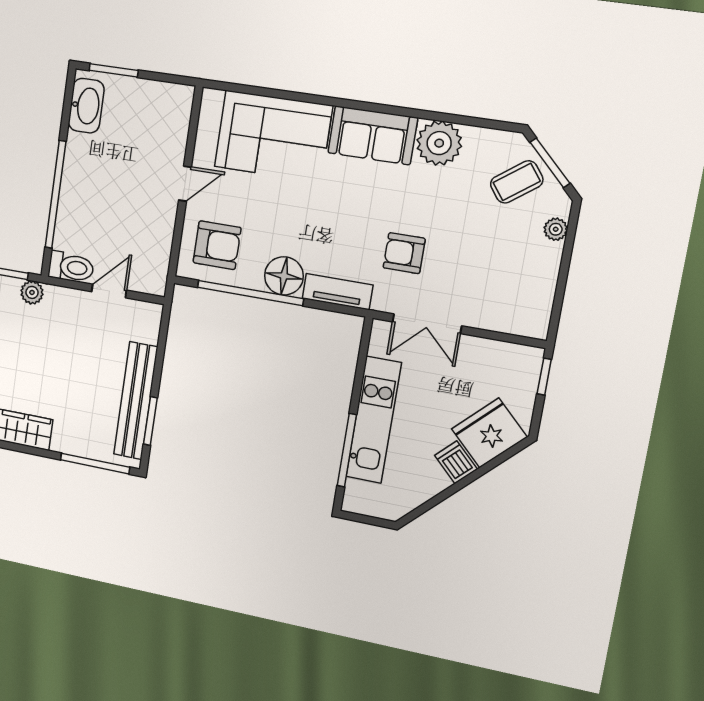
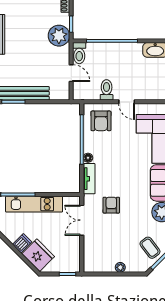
toilet: (154, 222) -> (107, 90), added
plant: (556, 229) -> (120, 267), moved
floor lamp: (284, 276) -> (88, 158), width x0.53, depth x0.53
plant: (32, 292) -> (59, 36), width x1.88, depth x1.88

